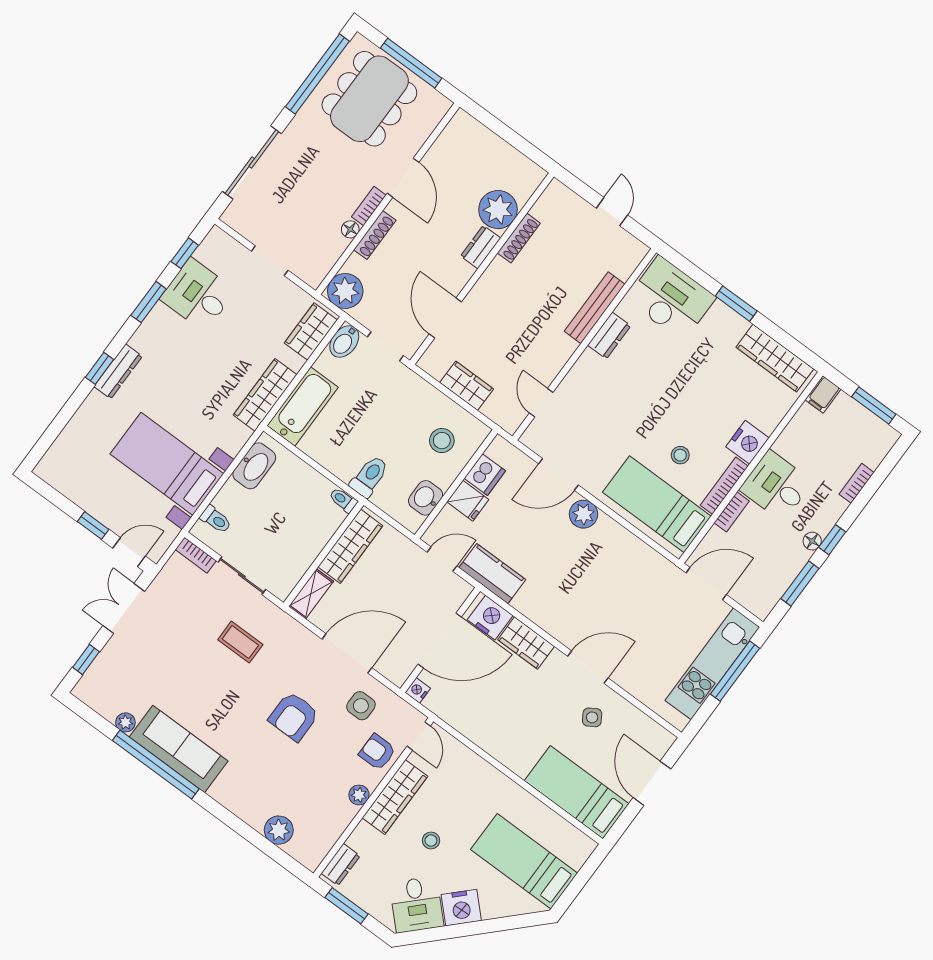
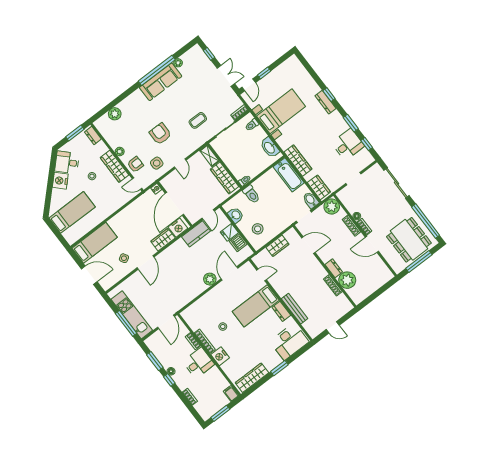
bed: (657, 504) -> (256, 306), moved, turned 180
door: (347, 653) -> (180, 164), width x0.53

